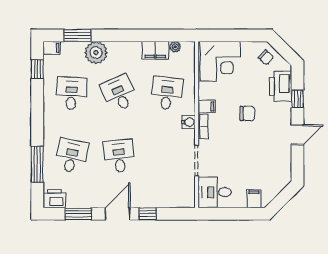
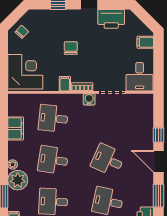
plant: (175, 47) -> (13, 164), moved
printer: (281, 86) -> (111, 19), moved
desk: (119, 93) -> (53, 160), turned 33
water cooler: (189, 122) -> (89, 99), moved
desk: (119, 156) -> (108, 160), turned 30

